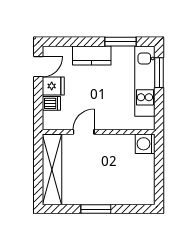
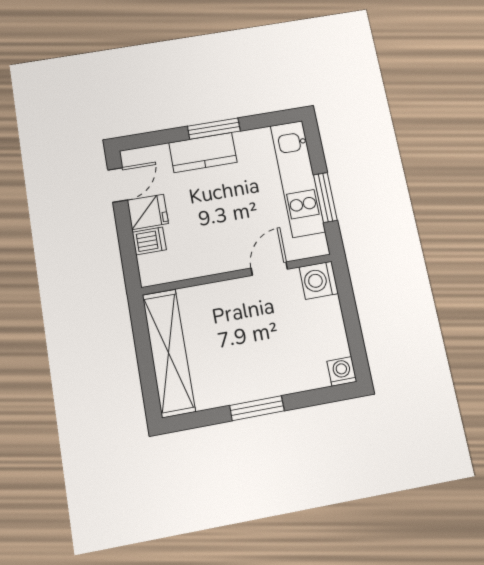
window: (120, 42) -> (214, 129), moved
window: (159, 73) -> (325, 197), moved
door: (84, 132) -> (269, 269), moved
washing machine: (148, 198) -> (342, 371), added

